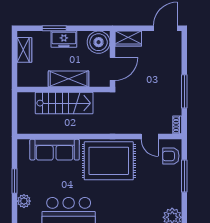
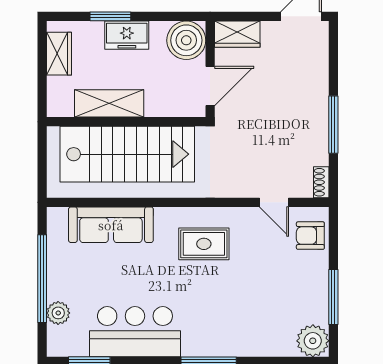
shelving: (69, 79) -> (109, 103), moved
stairs: (64, 103) -> (127, 154), width x1.36, depth x1.51
rug: (109, 161) -> (204, 244), width x0.54, depth x0.49
window: (184, 176) -> (333, 297), moved
window: (15, 181) -> (42, 279), width x2.11

